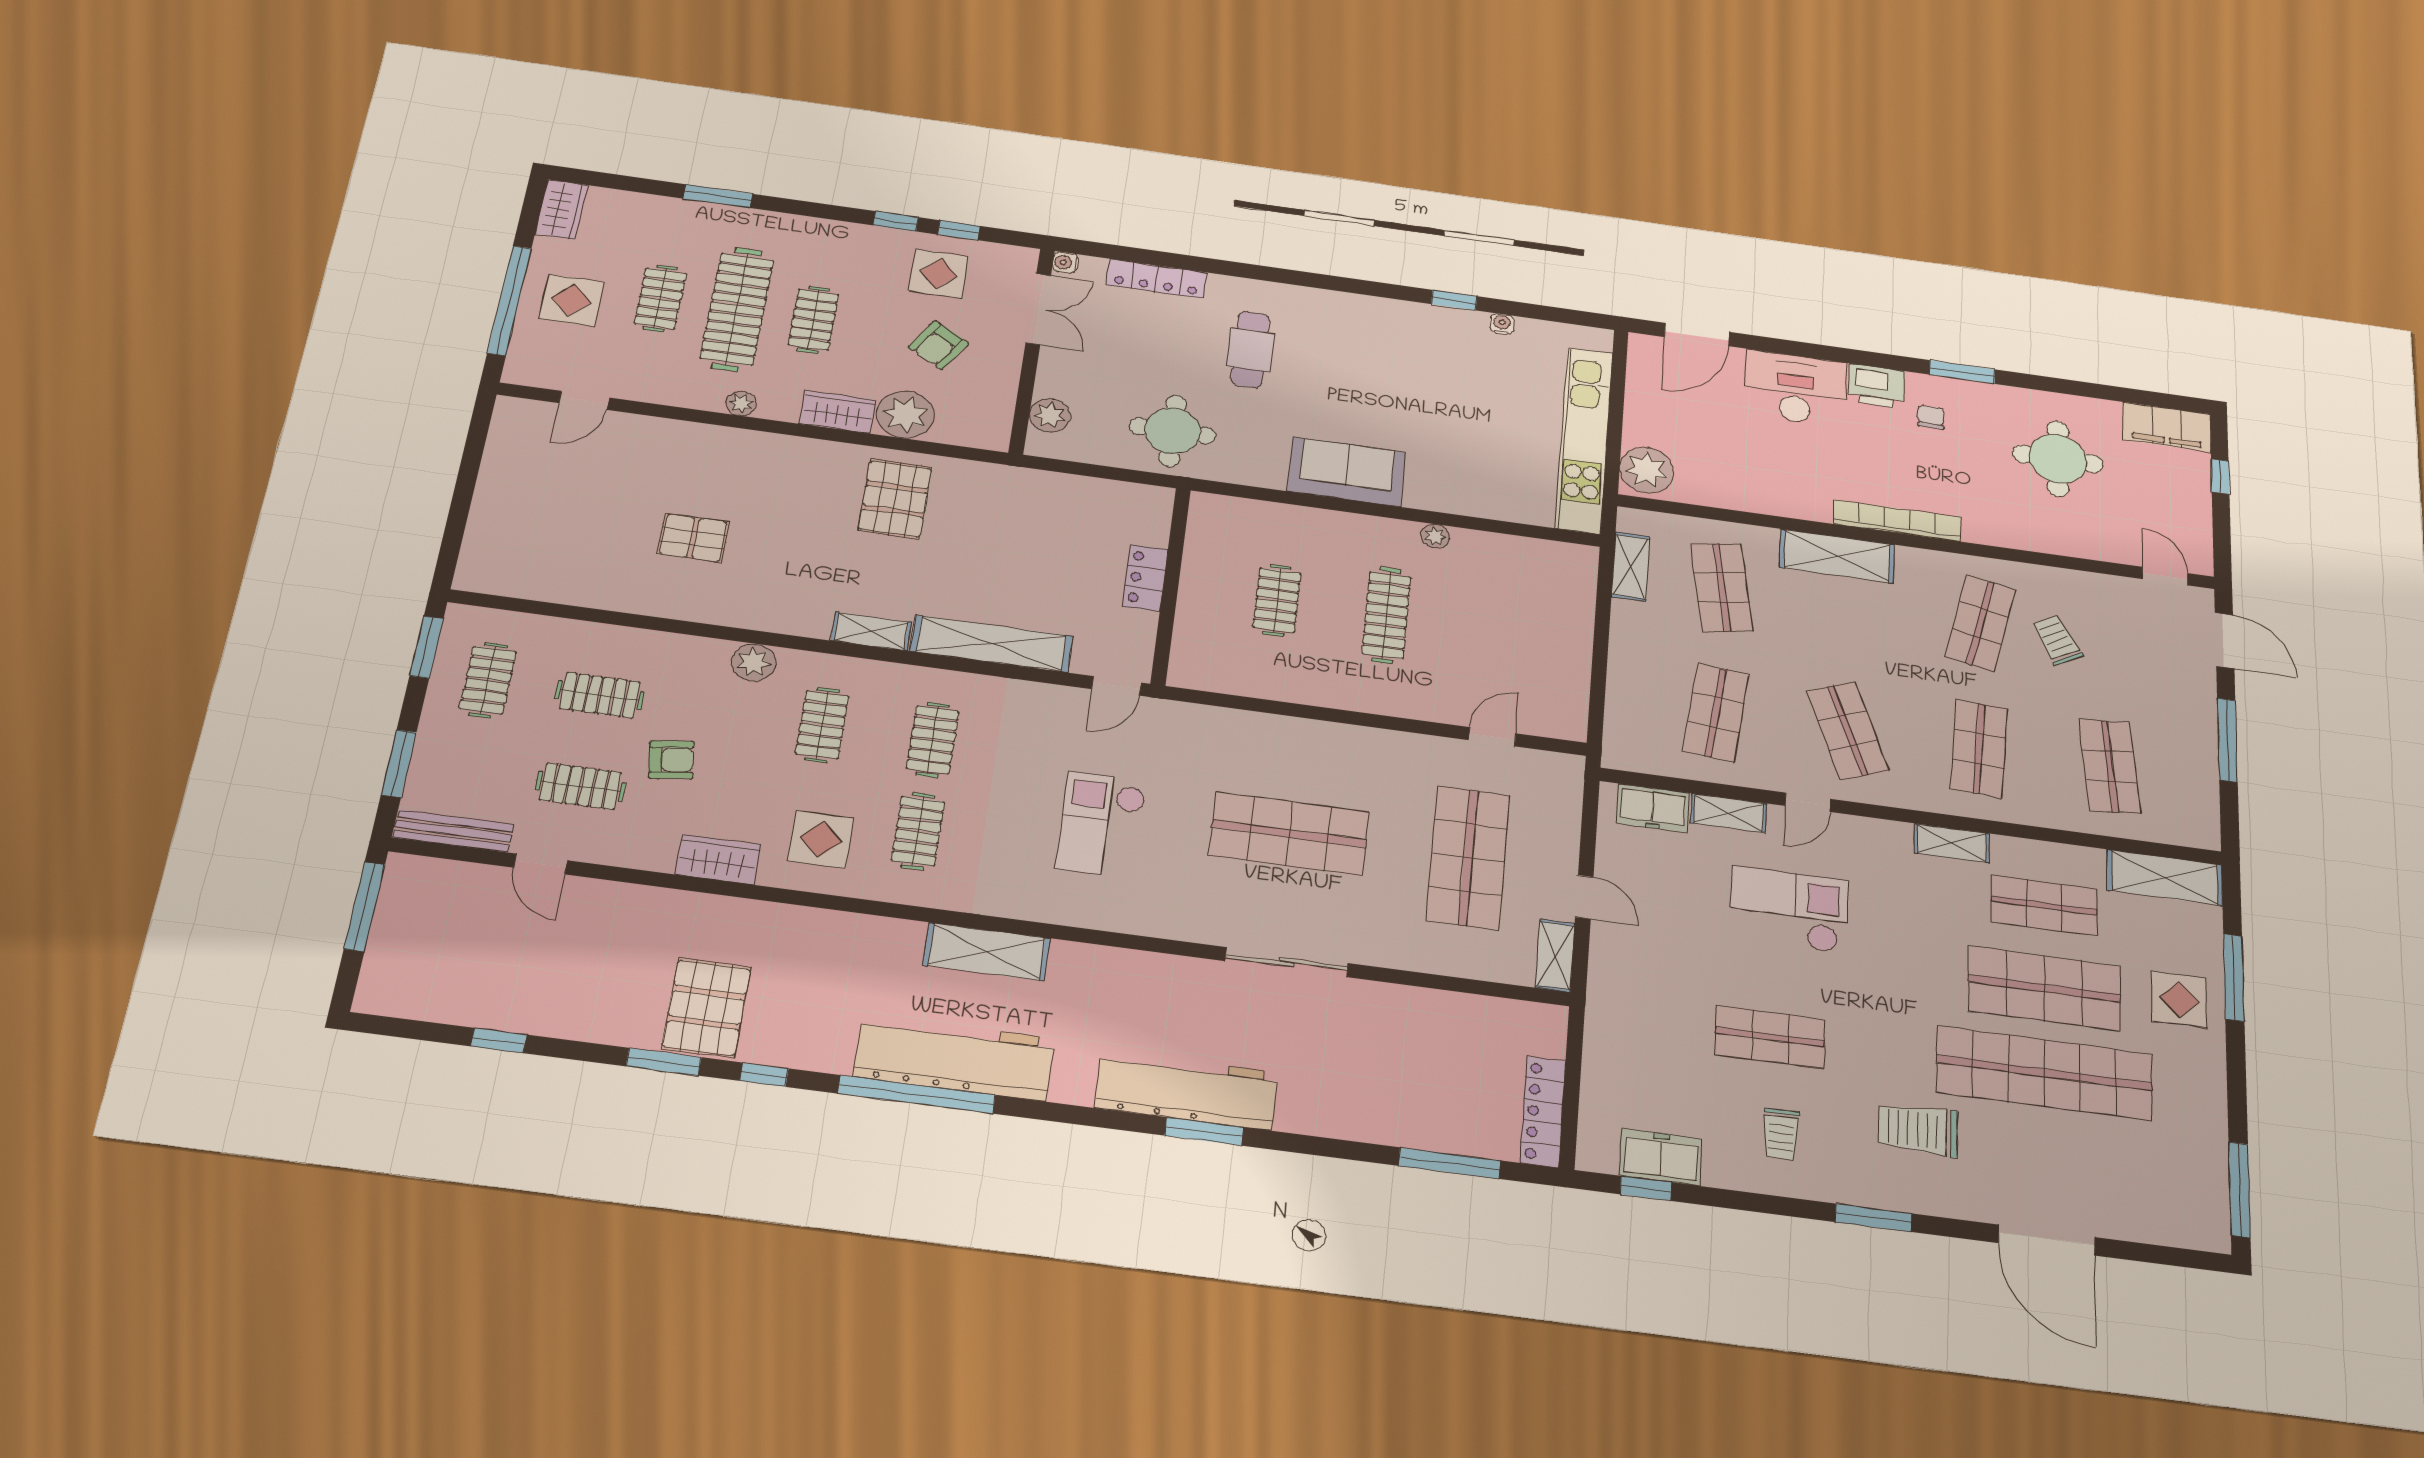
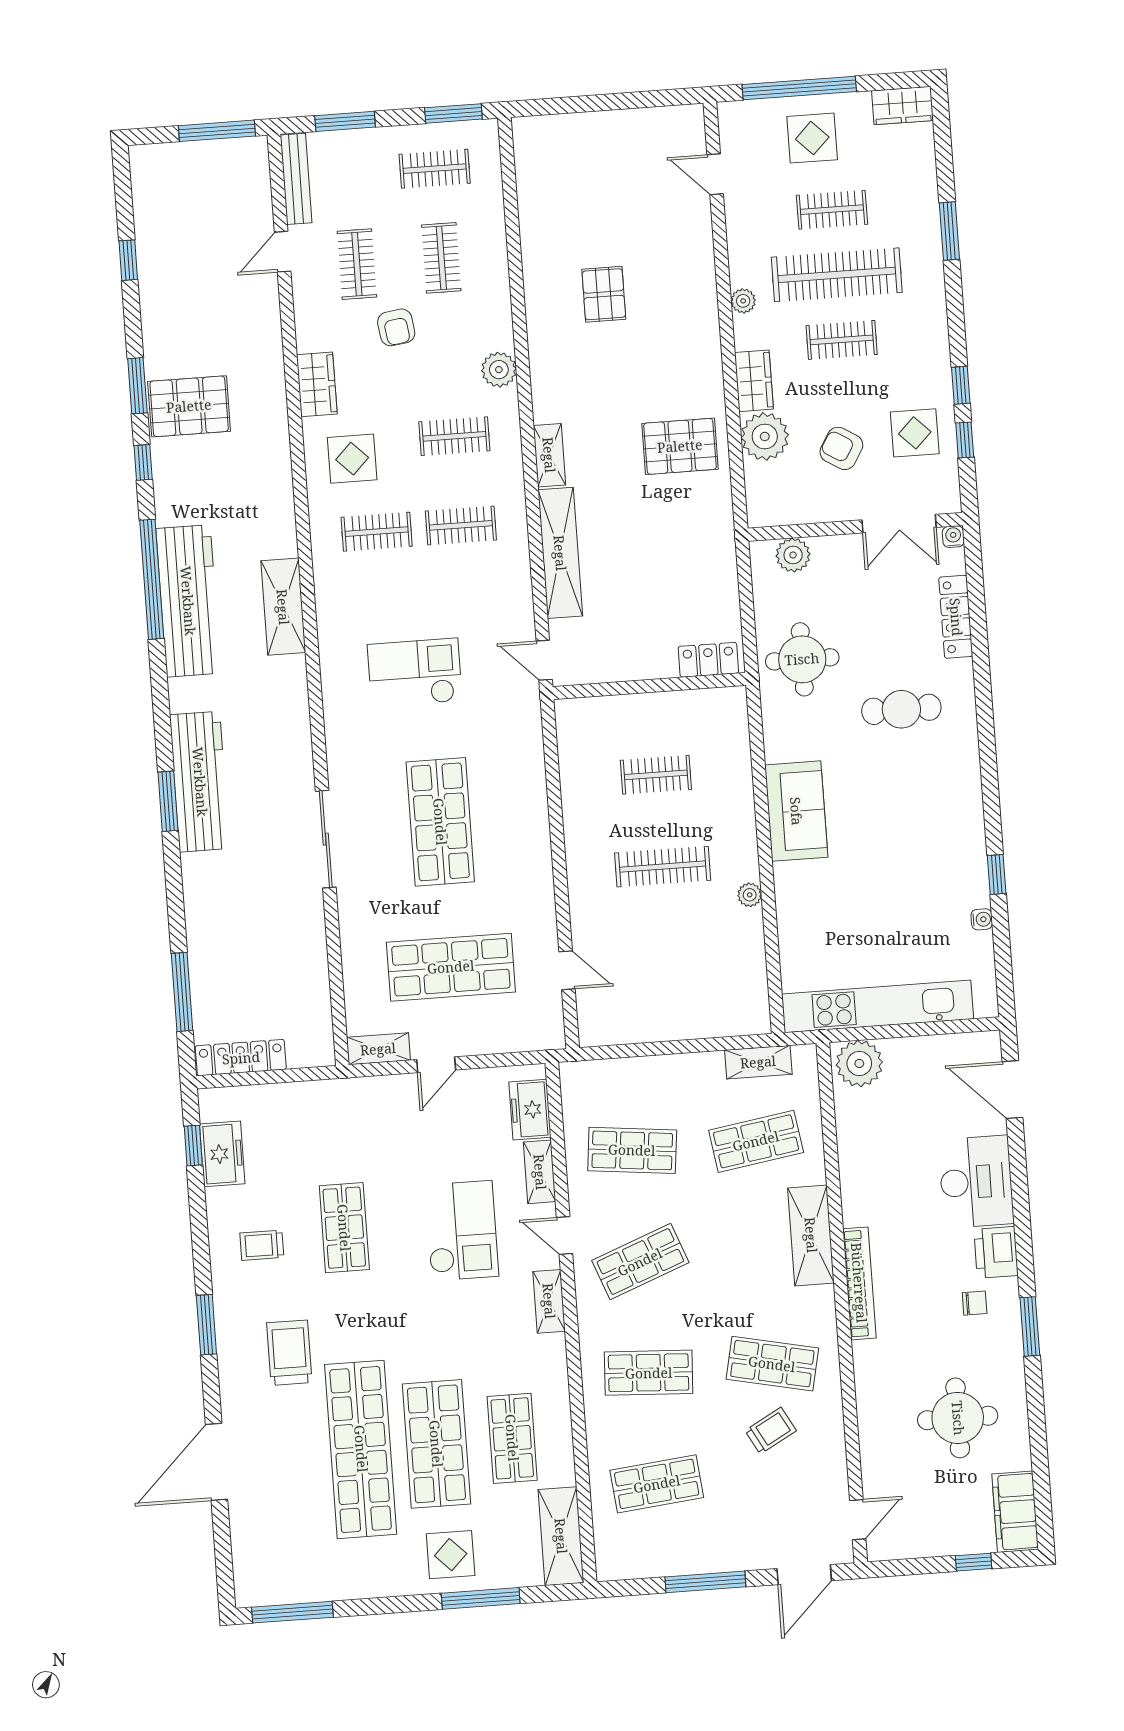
locker: (1145, 578) -> (708, 660), moved
shelving: (1952, 843) -> (549, 1301), moved

